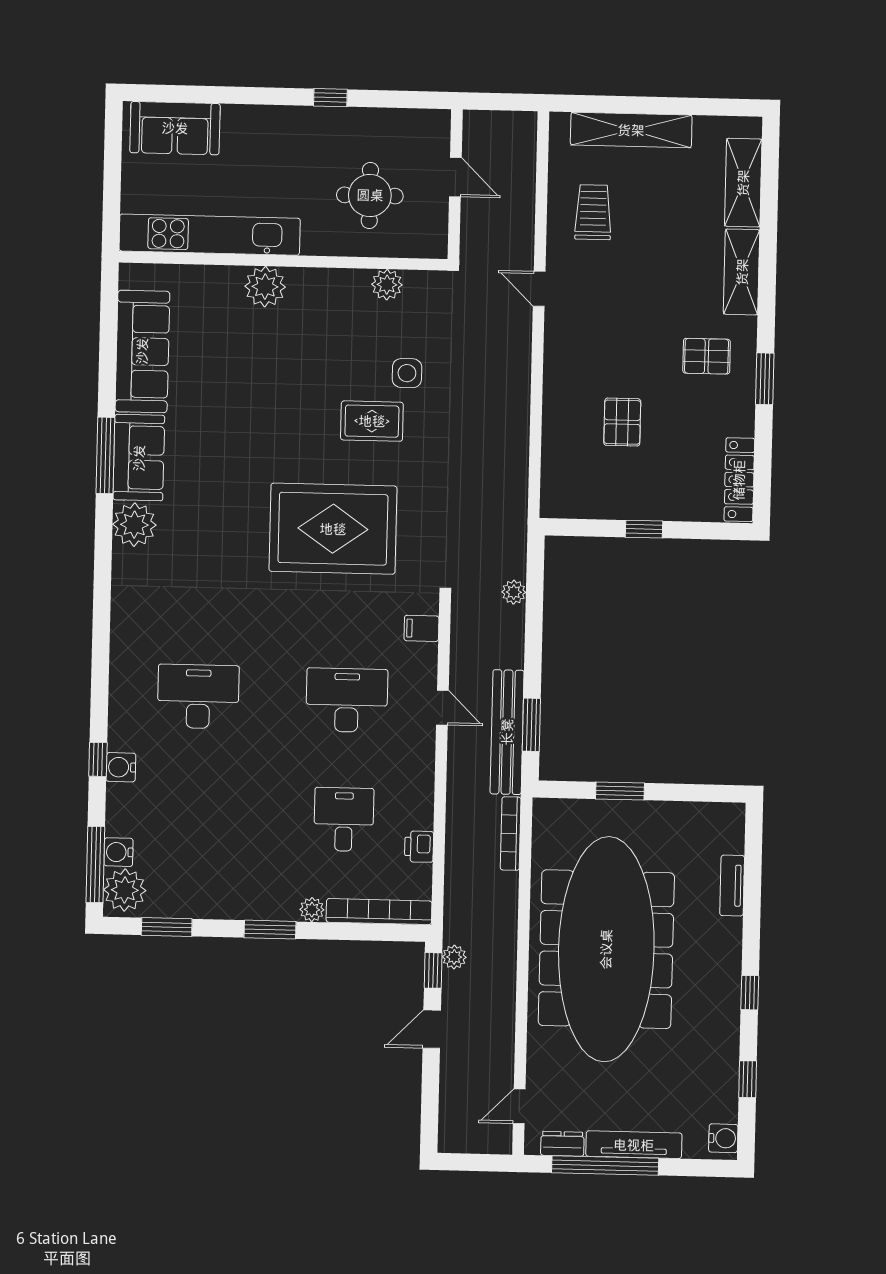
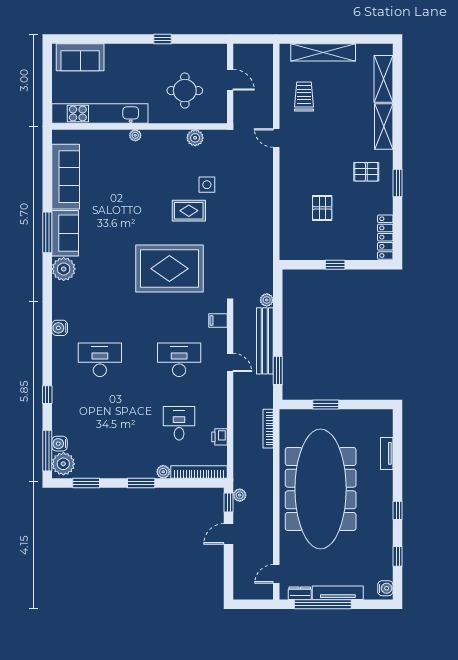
plant: (265, 287) -> (135, 135), width x0.53, depth x0.53
bench: (507, 732) -> (265, 341), moved
water cooler: (121, 767) -> (60, 328), moved

